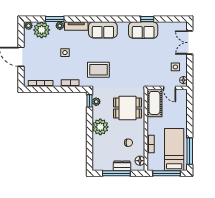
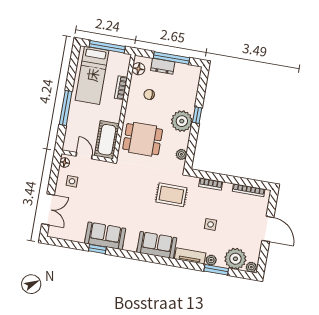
window: (90, 101) -> (197, 115), moved
window: (190, 151) -> (66, 108), moved

